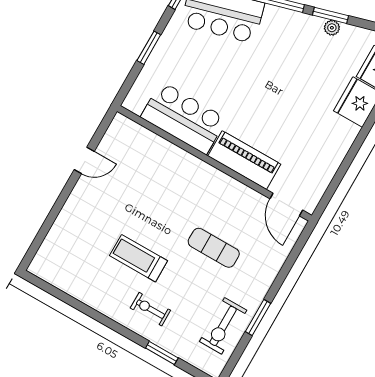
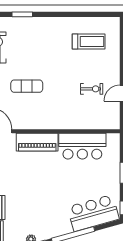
treadmill: (139, 258) -> (89, 42), moved
exercise bike: (150, 309) -> (92, 89), moved

